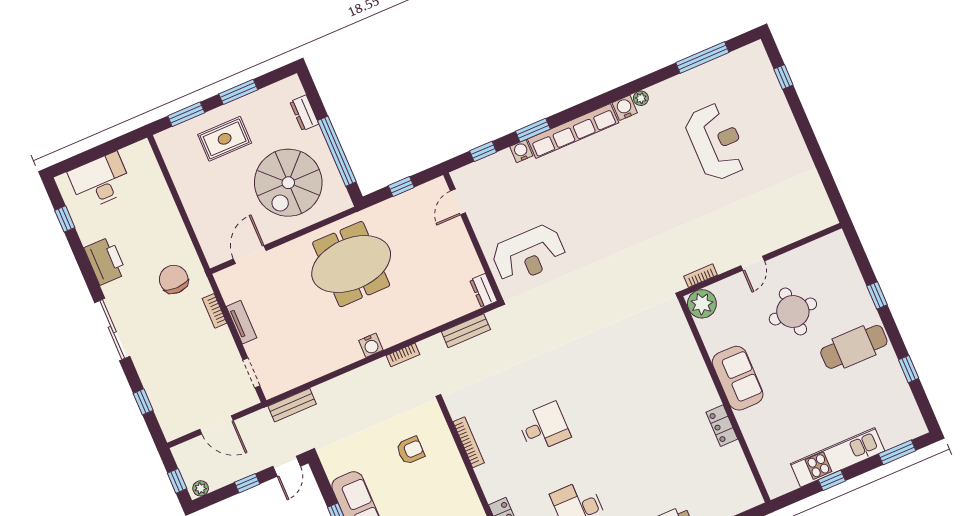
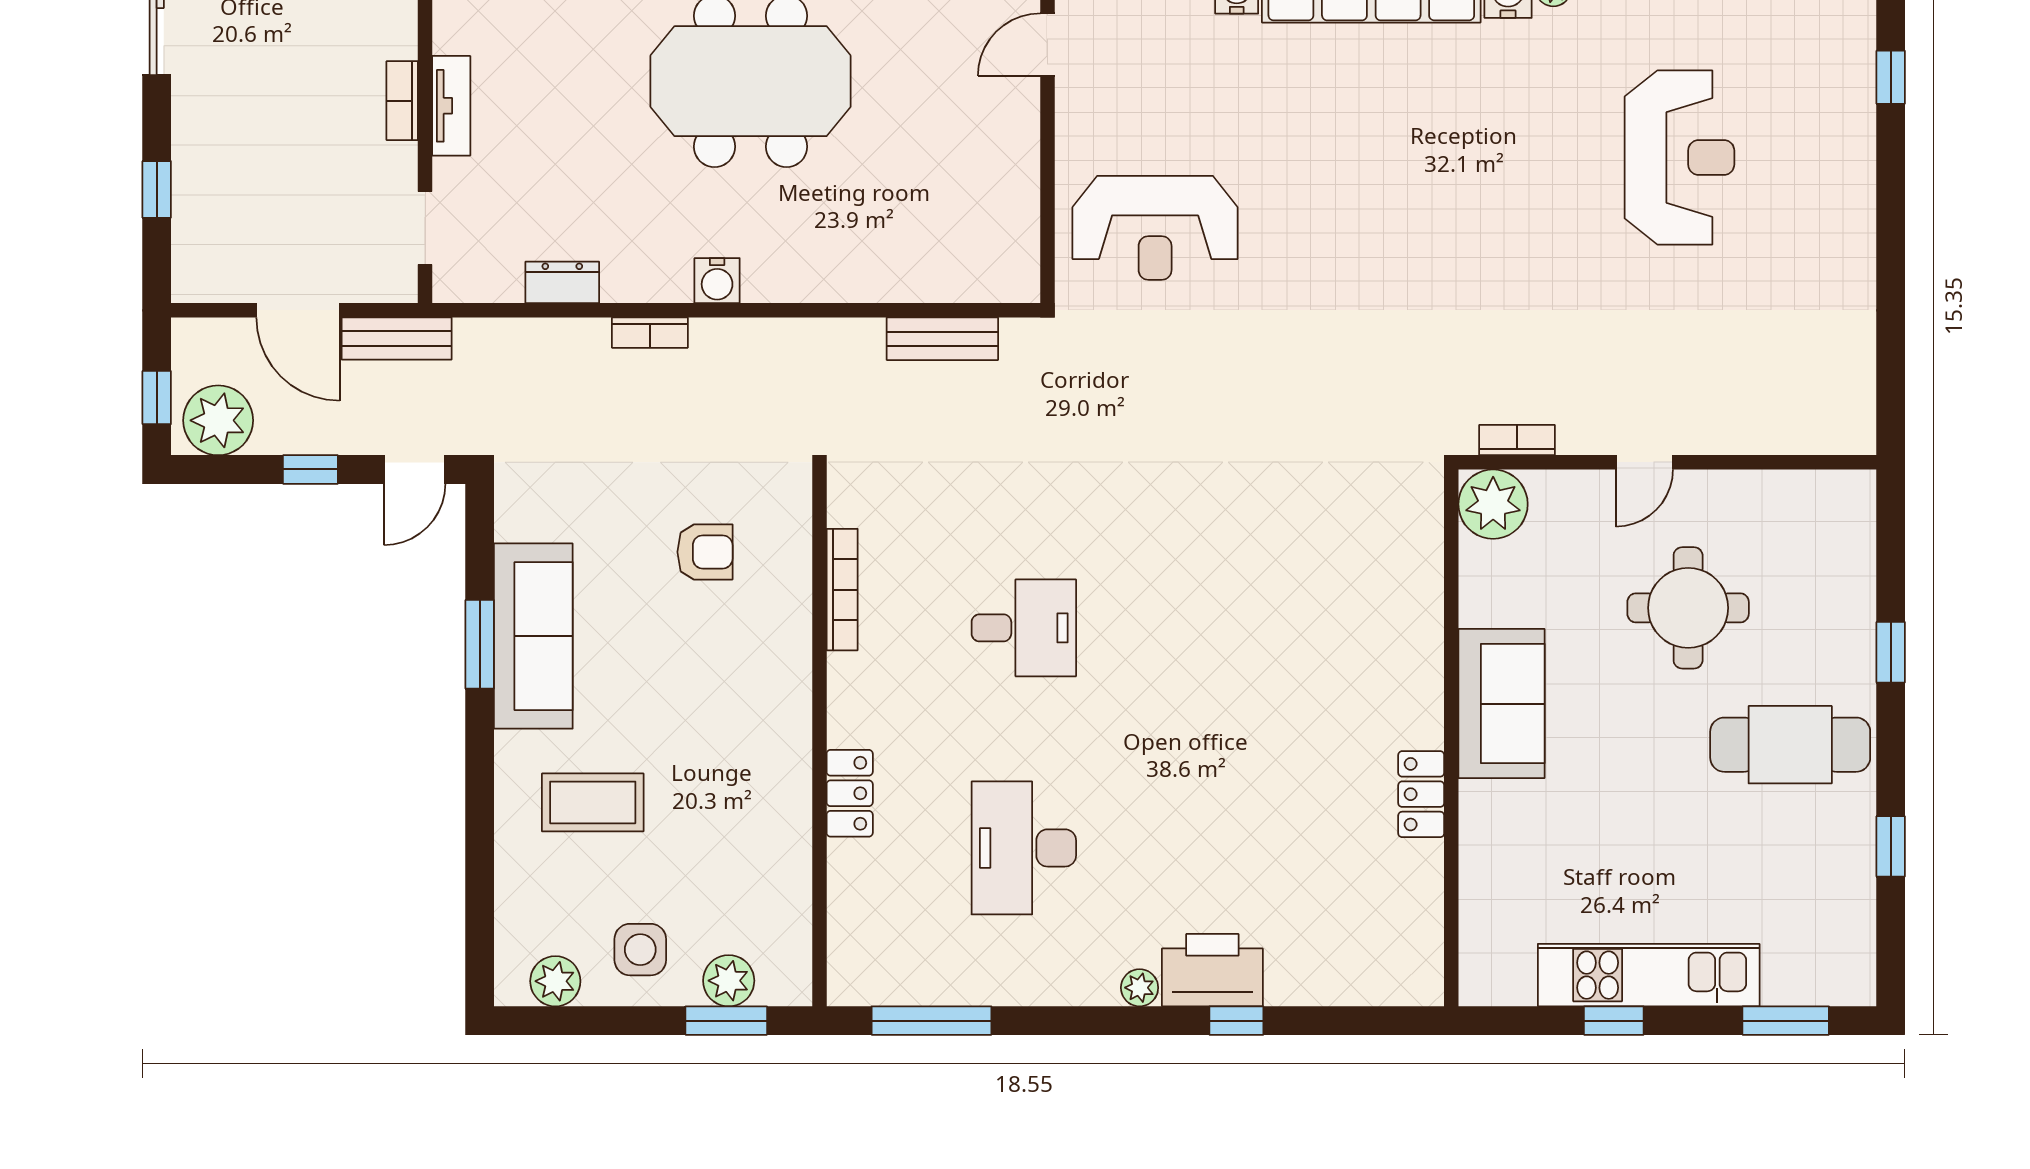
dresser: (483, 291) -> (562, 282), moved, turned 90
bookcase: (215, 311) -> (402, 101), moved
bookcase: (403, 355) -> (650, 333), moved
bench: (292, 405) -> (397, 339), moved
plant: (201, 488) -> (218, 420), width x1.88, depth x1.88

